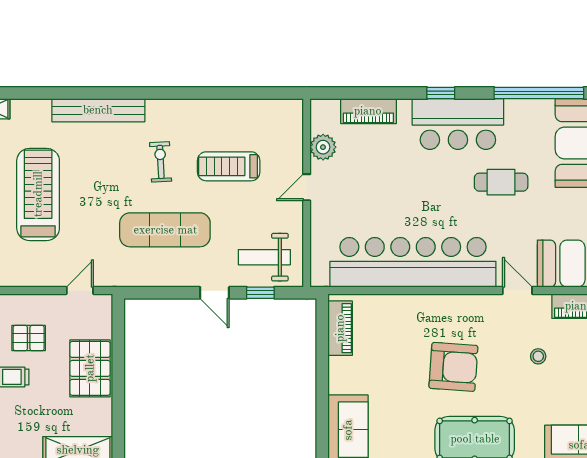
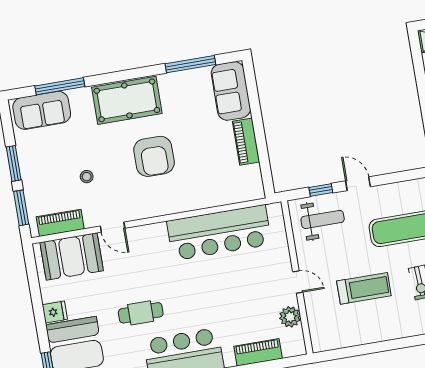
door: (307, 187) -> (298, 282), hinge flipped
bar counter: (413, 262) -> (219, 233), width x0.73
piano: (340, 328) -> (246, 142), moved
armchair: (453, 367) -> (154, 156), turned -94

